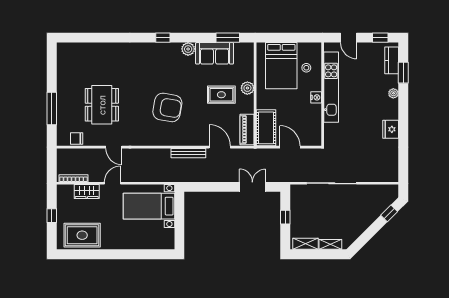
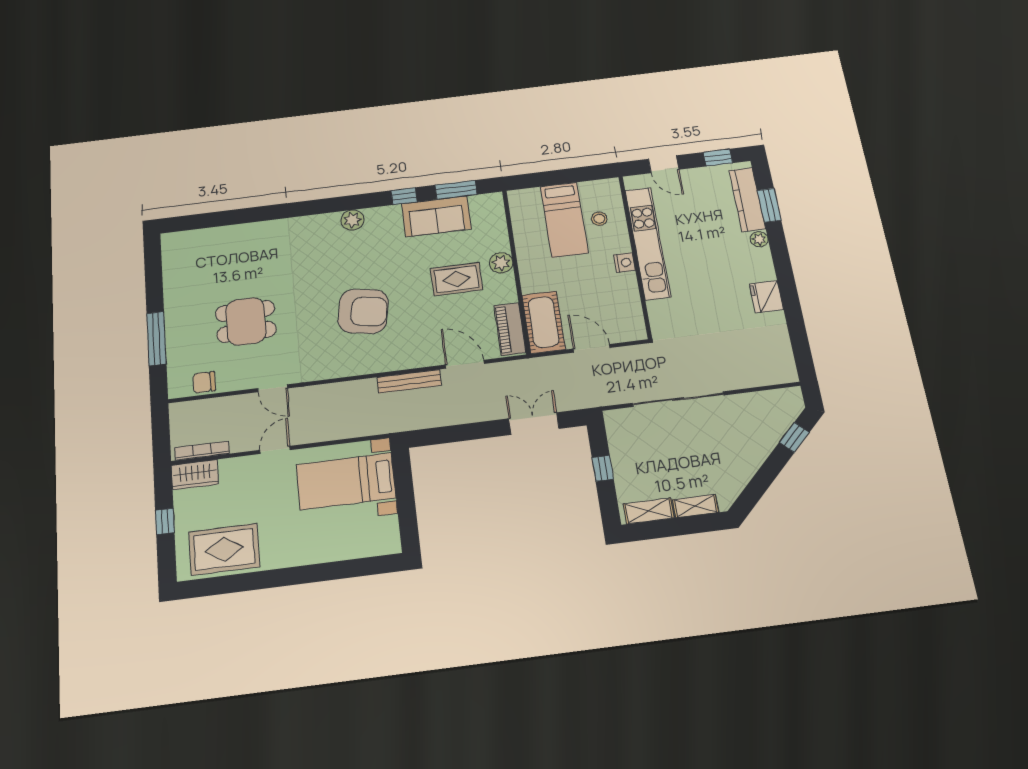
window: (163, 38) -> (404, 196), moved
plant: (188, 49) -> (352, 220), moved
kitchen counter: (392, 60) -> (747, 200), width x1.50
bed: (281, 66) -> (564, 220), width x0.67
dining table: (102, 105) -> (246, 321), width x0.73
wardrobe: (87, 192) -> (195, 475), moved

